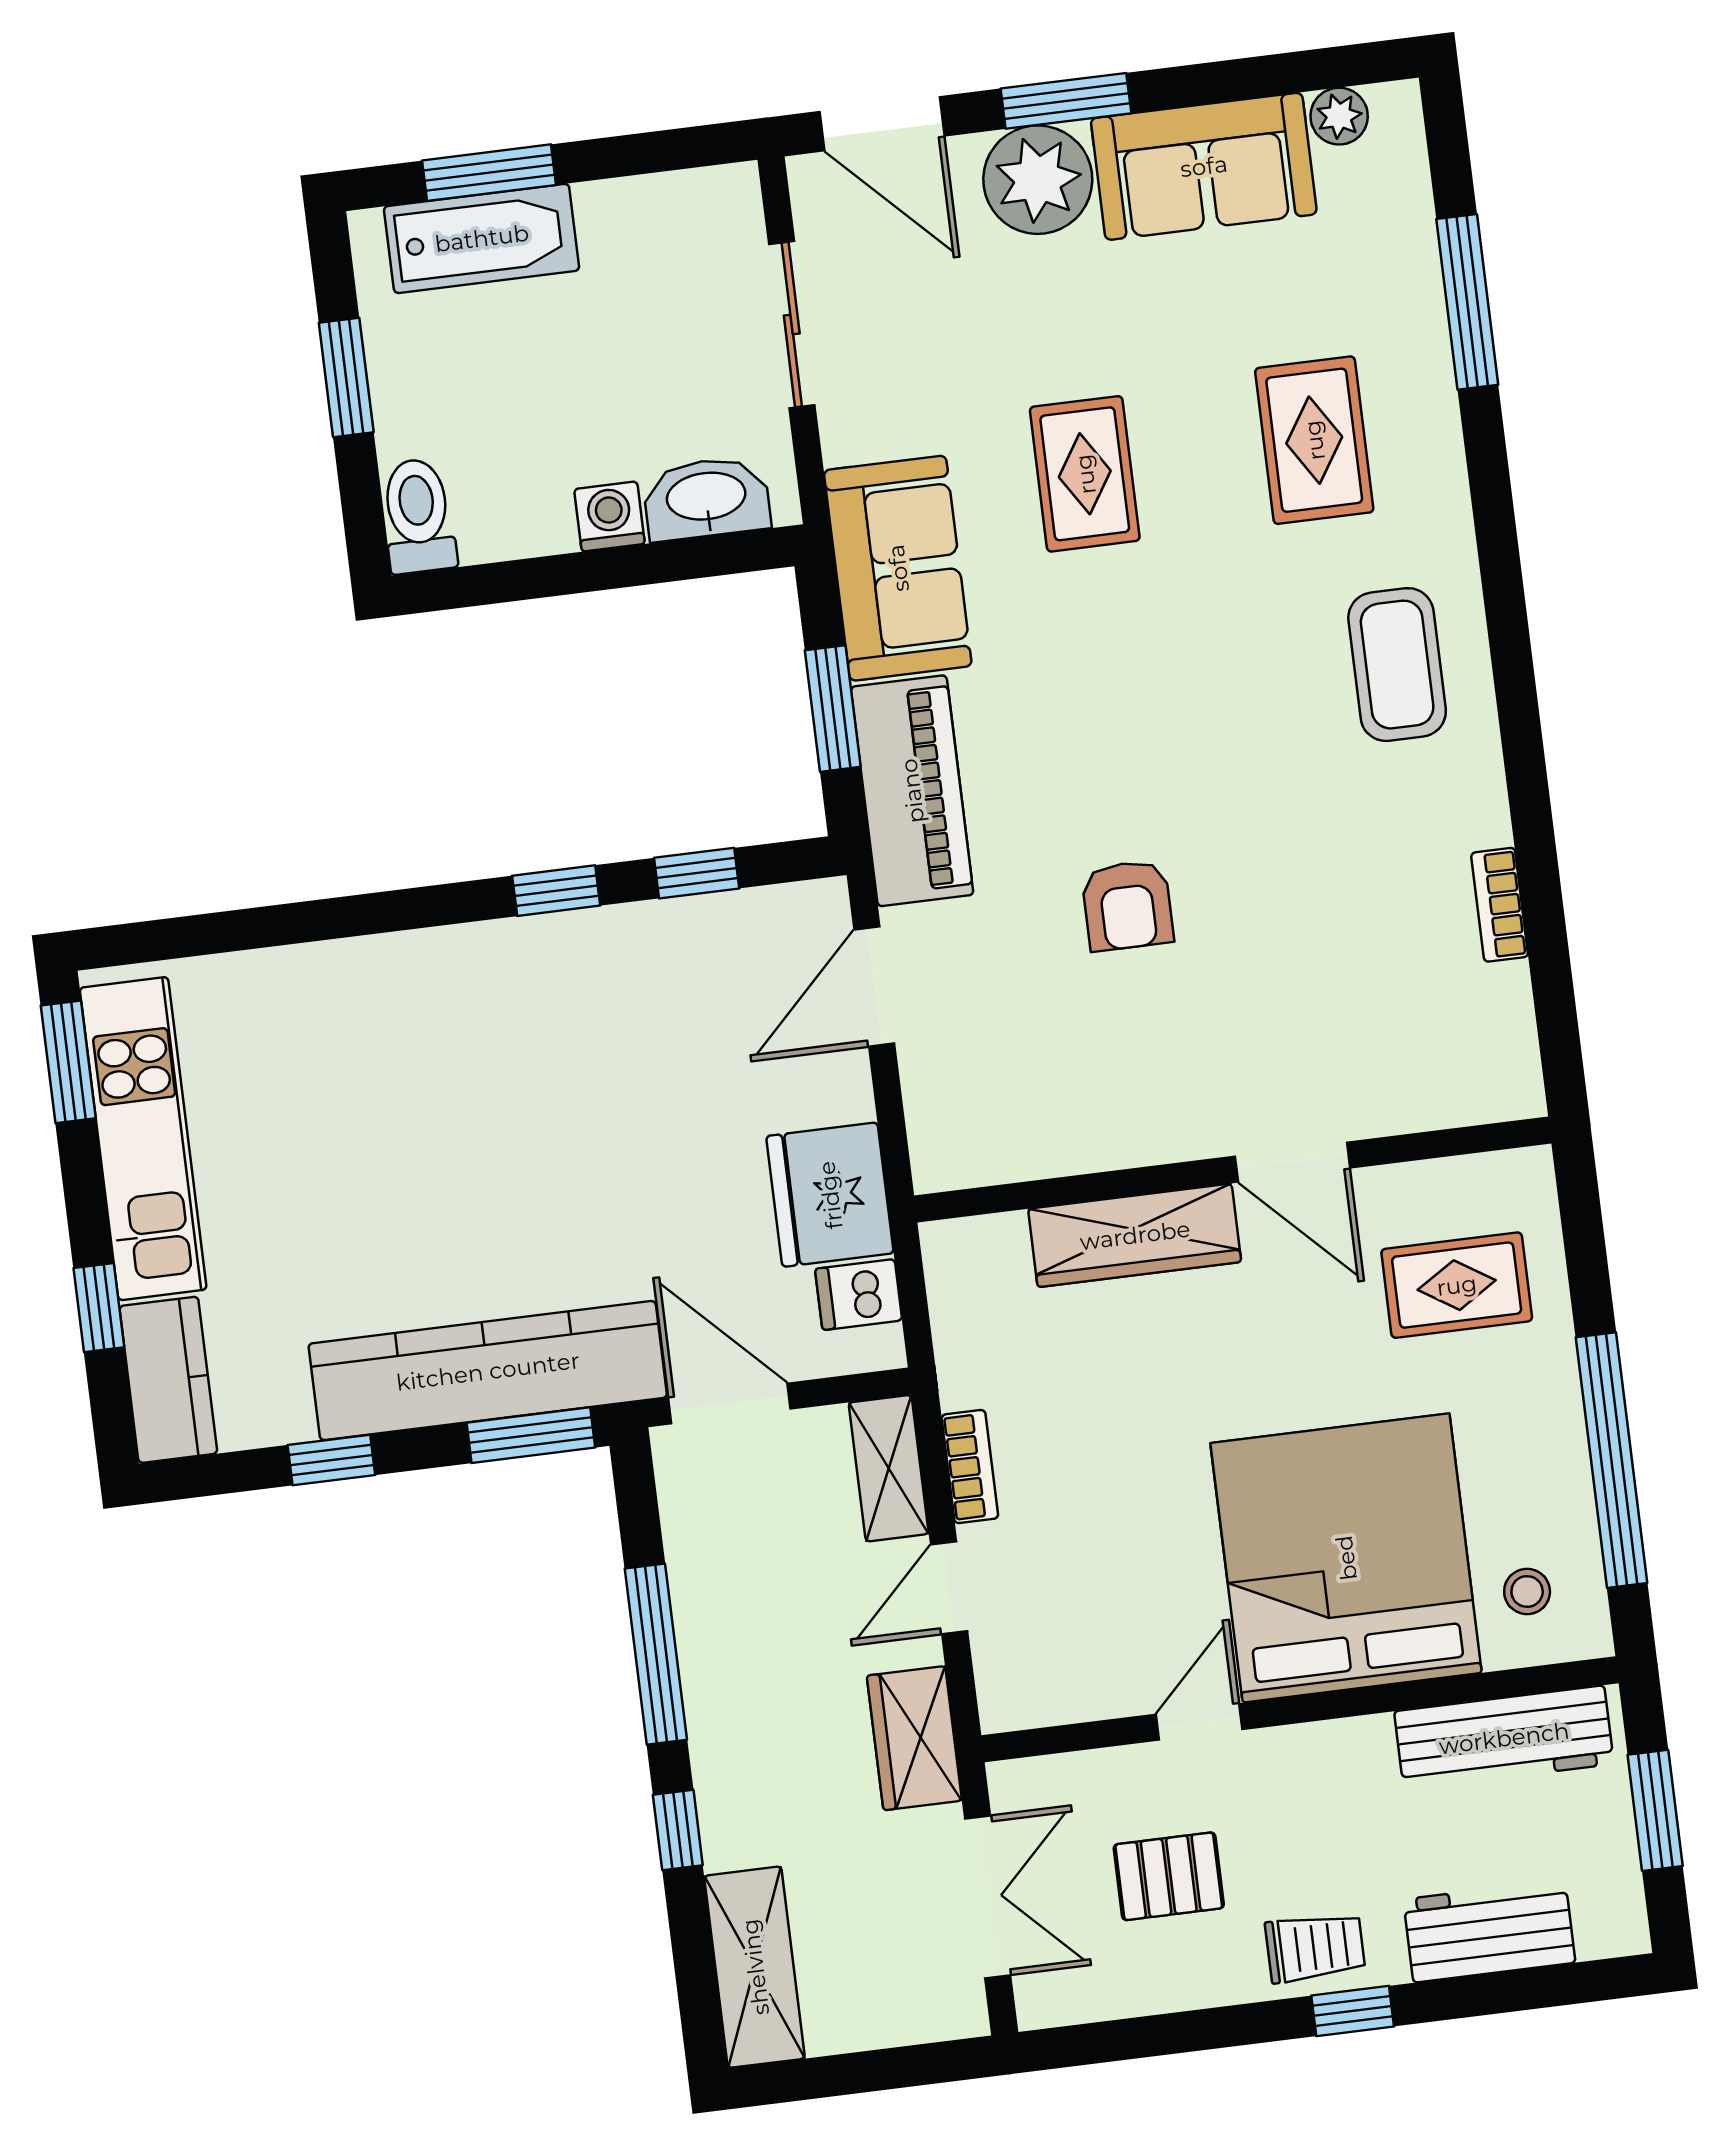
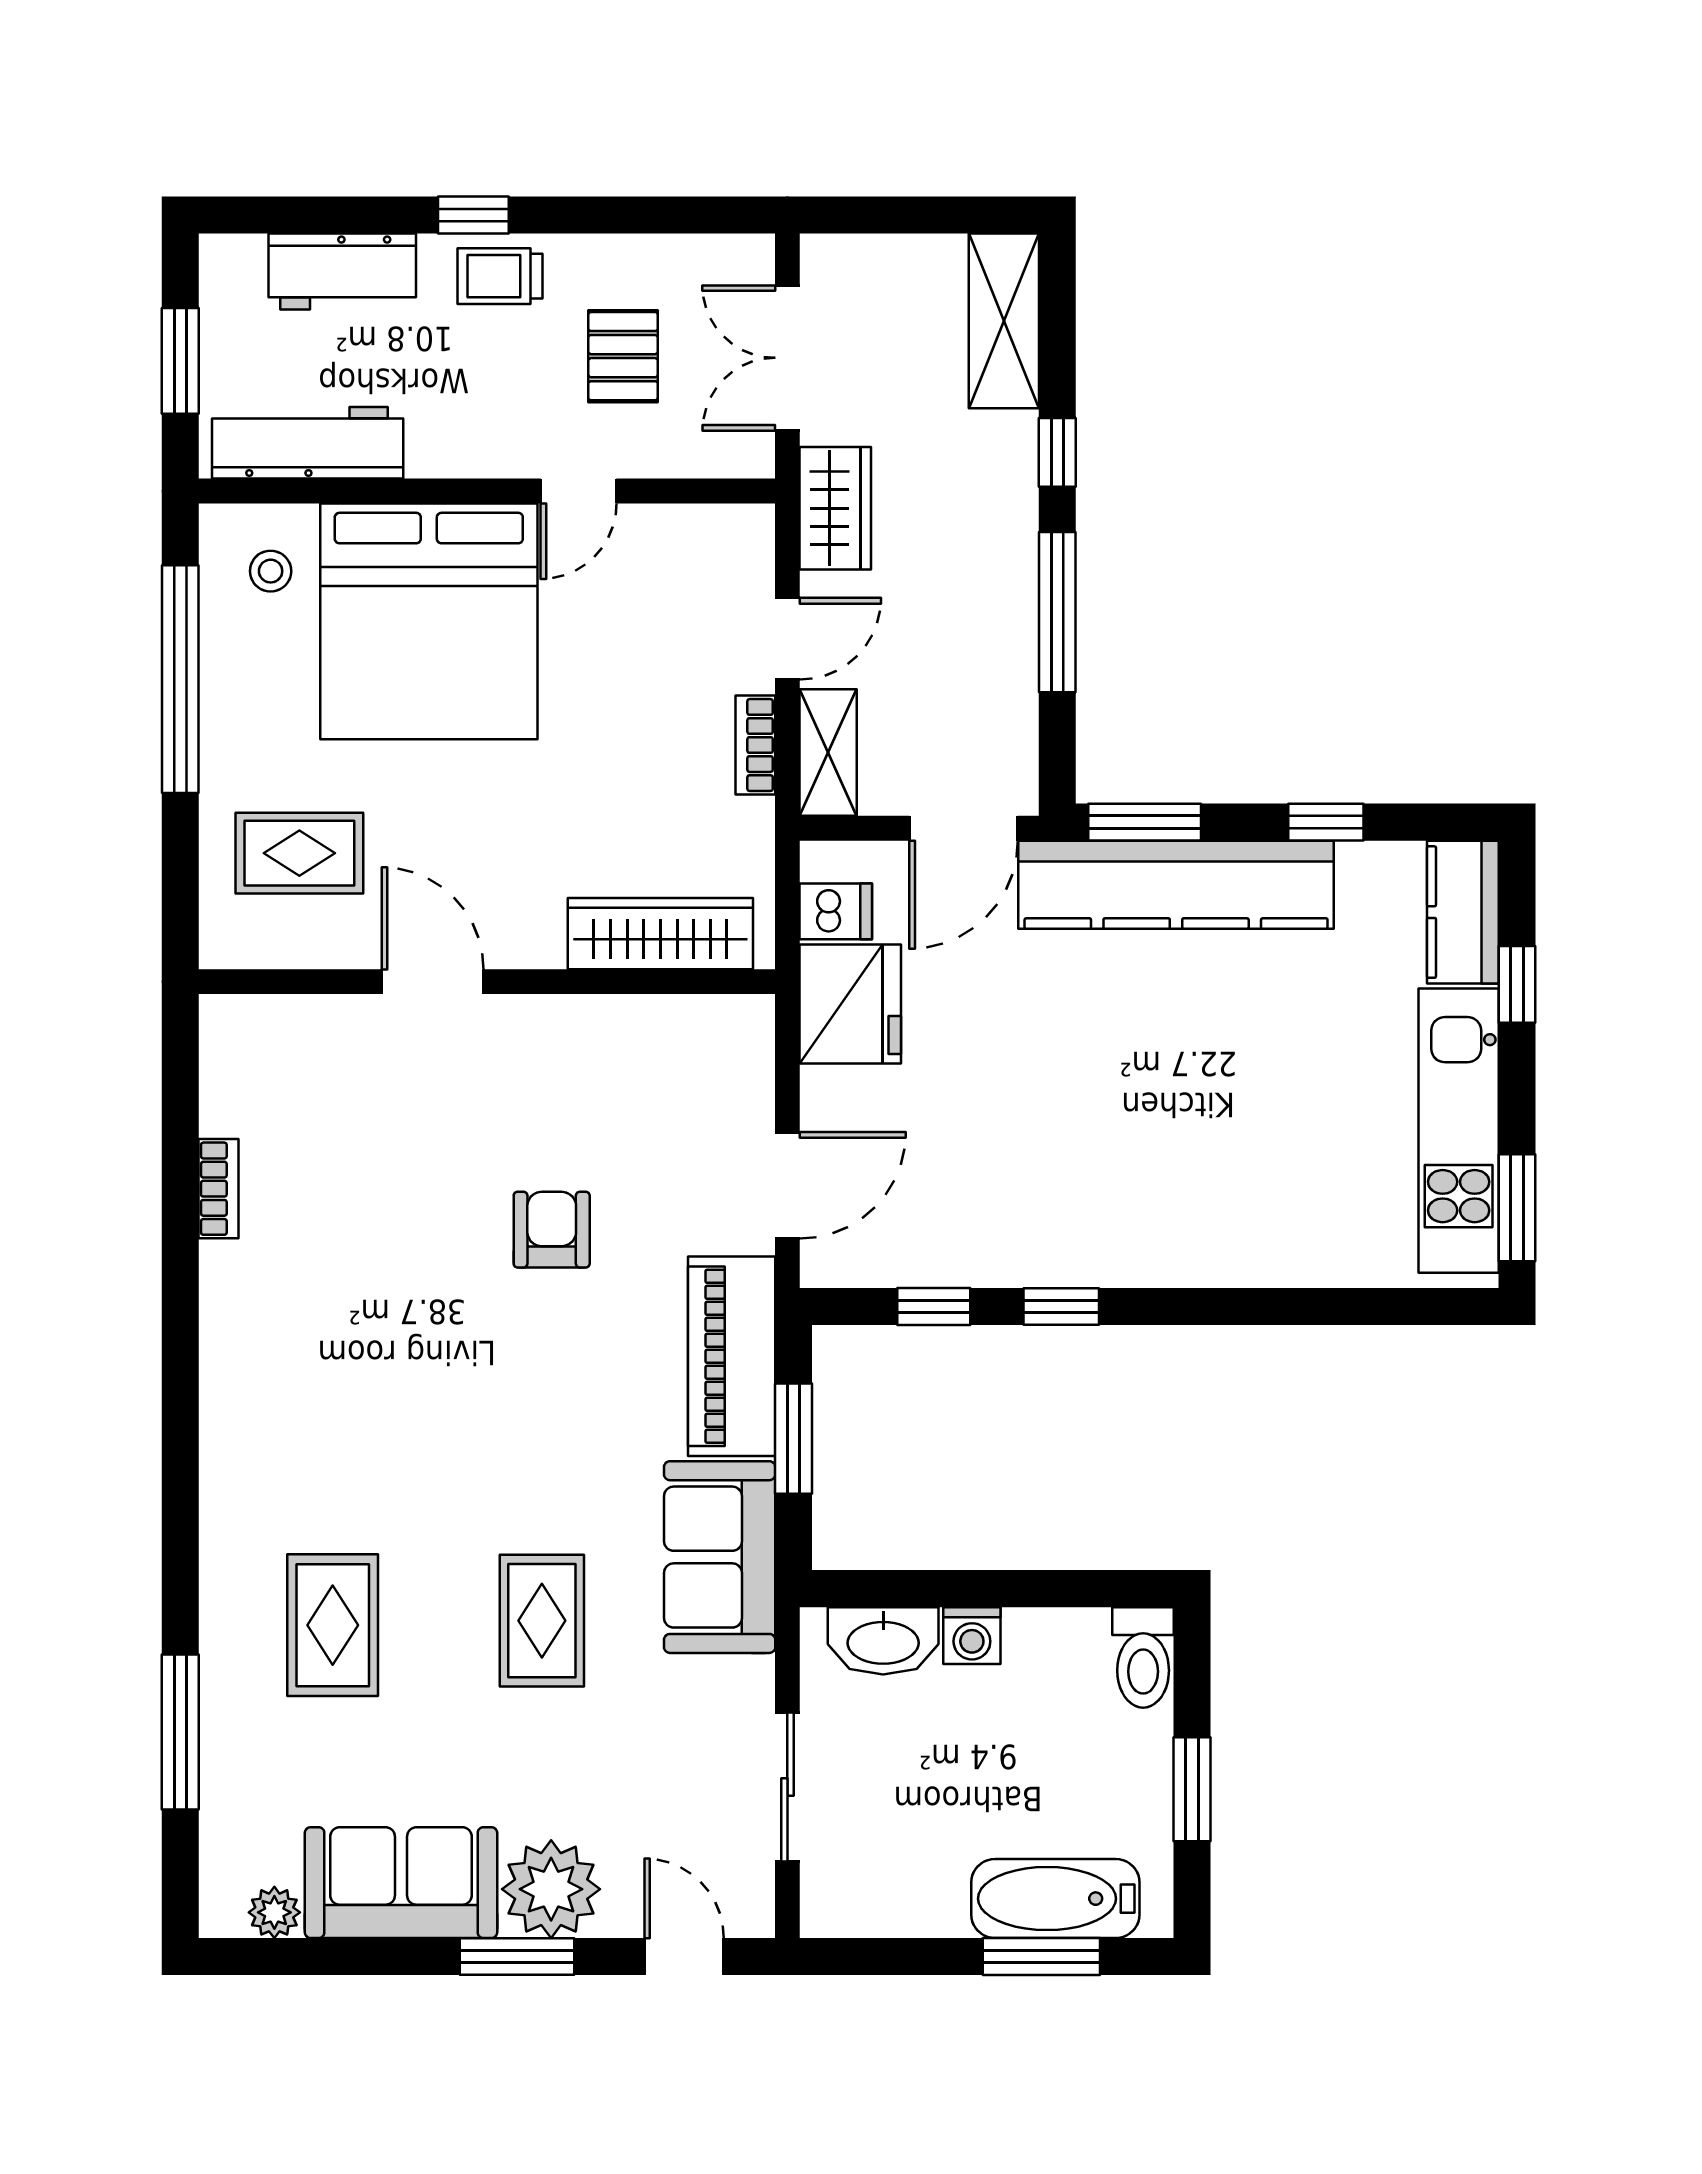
door: (882, 124) -> (684, 1957), width x0.73
coffee table: (1397, 665) -> (284, 1415), removed
wardrobe: (1135, 1235) -> (660, 934), moved
door: (729, 1403) -> (964, 828), hinge flipped
pallet: (1169, 1876) -> (623, 356), turned 90

